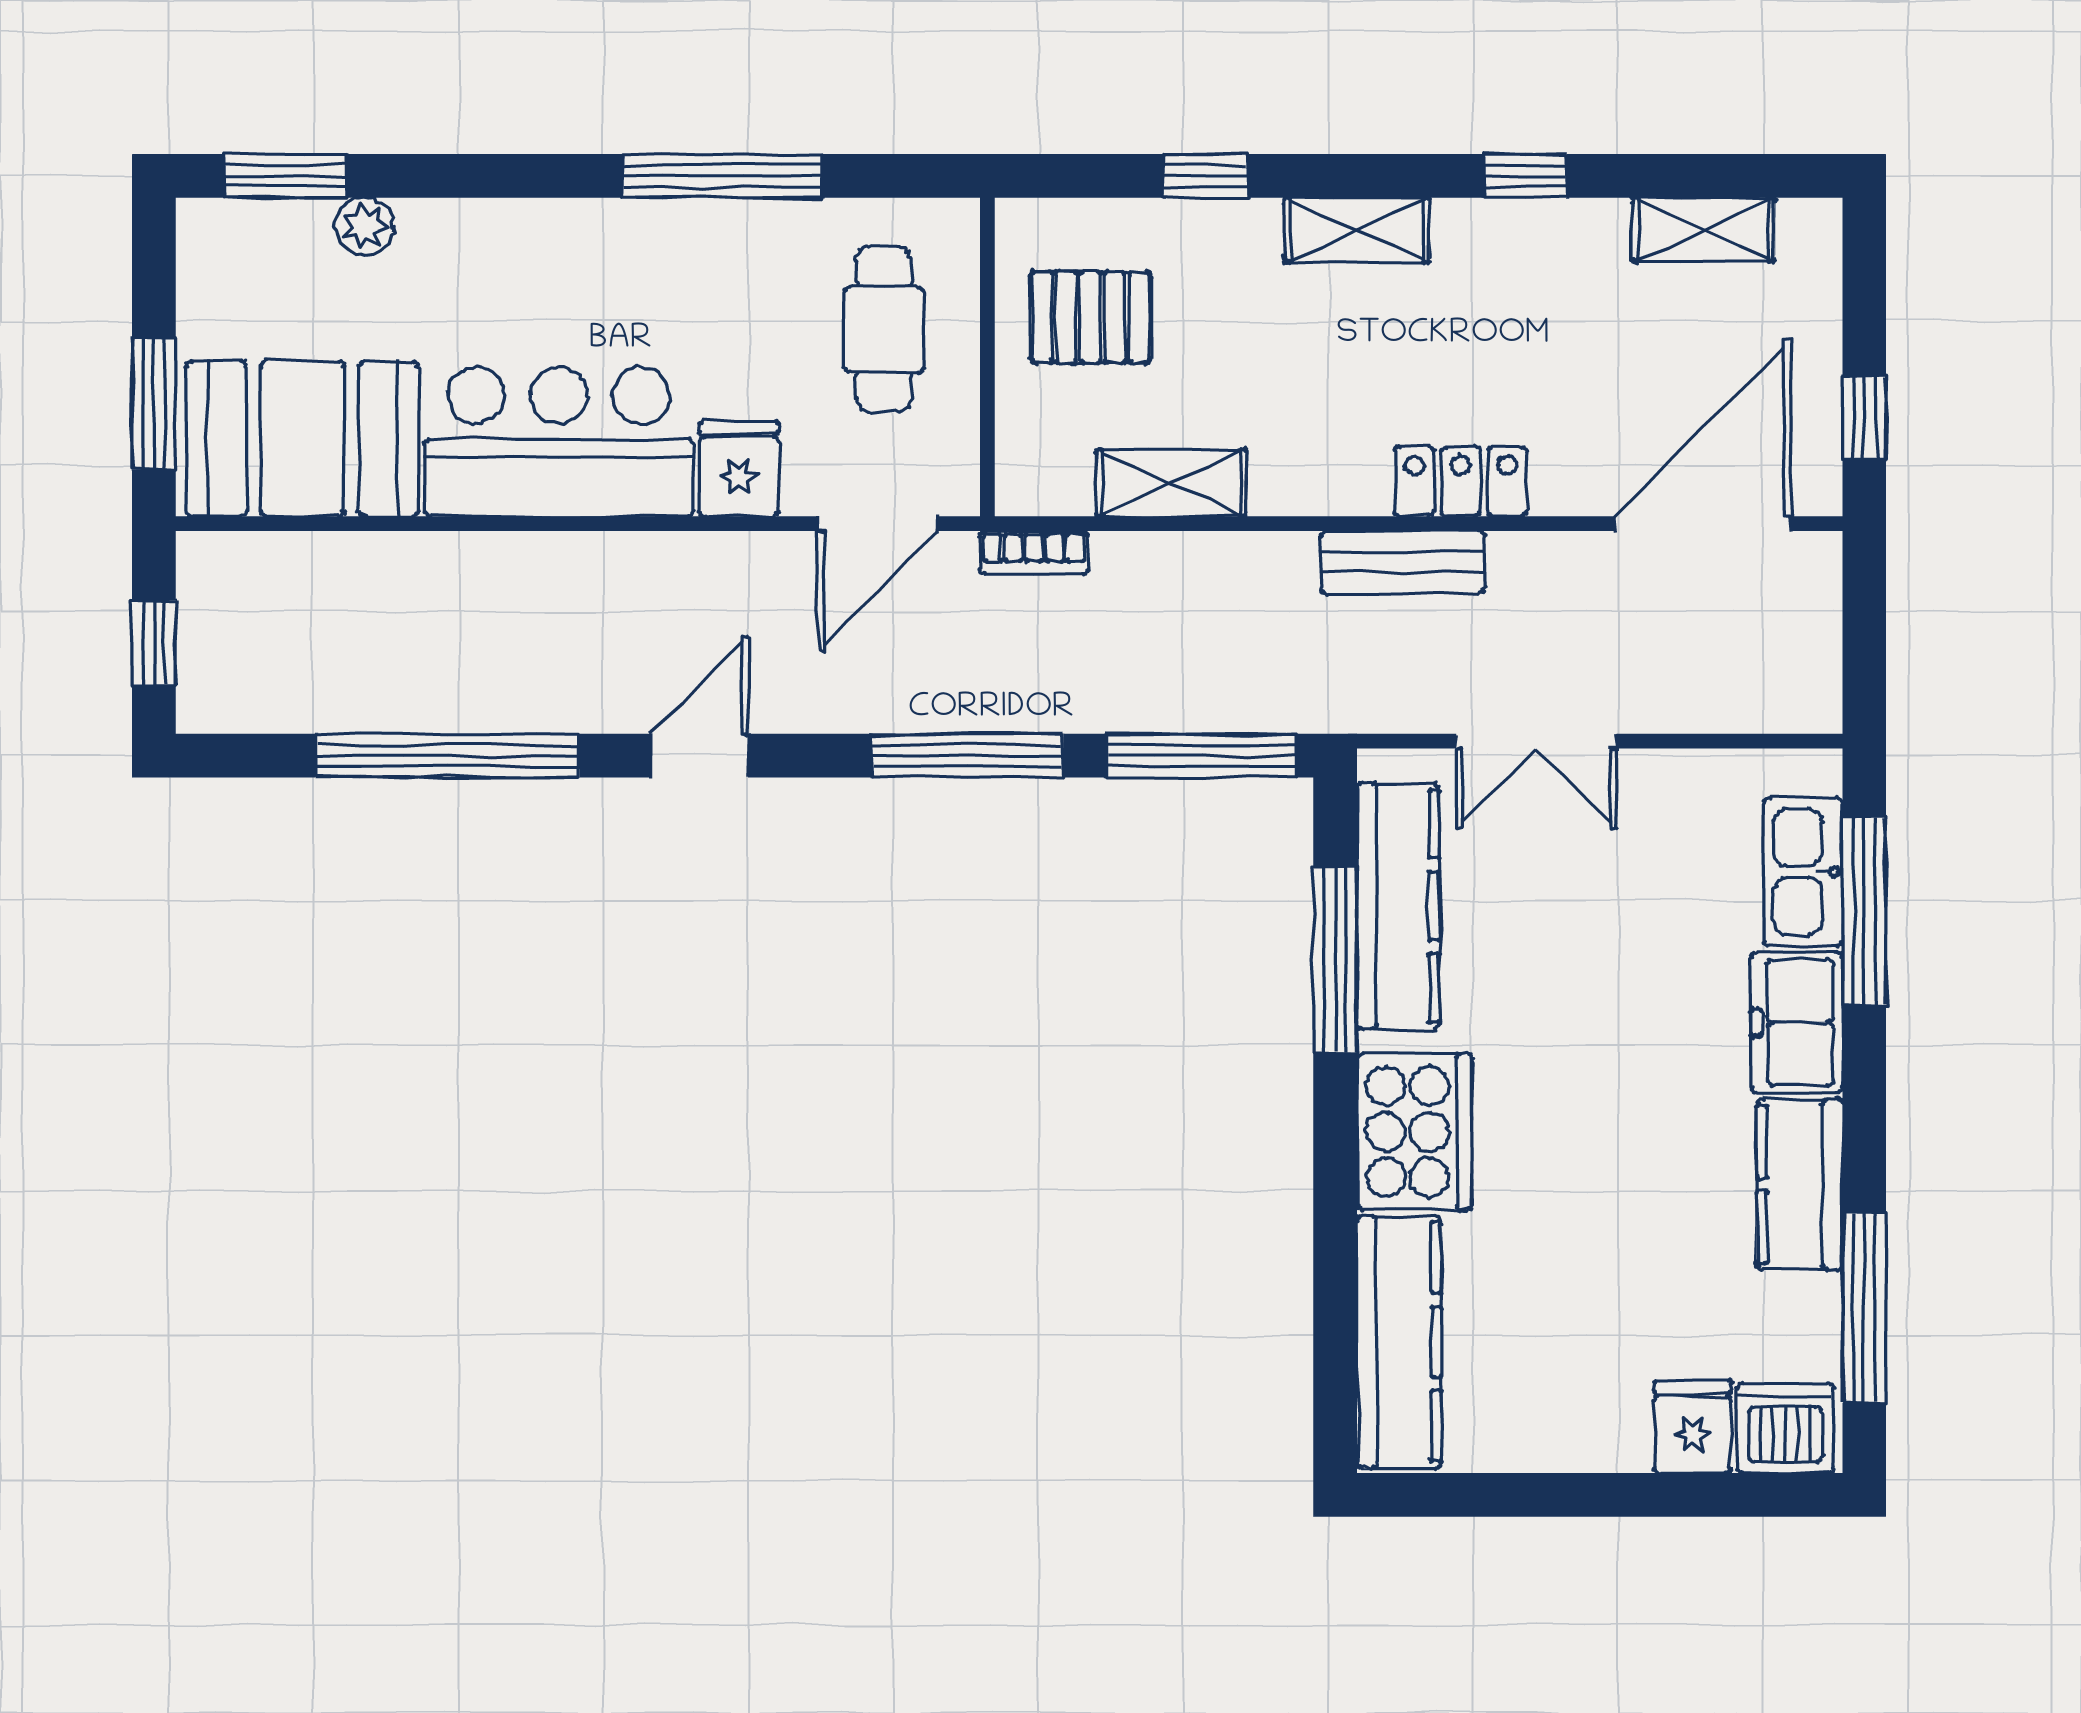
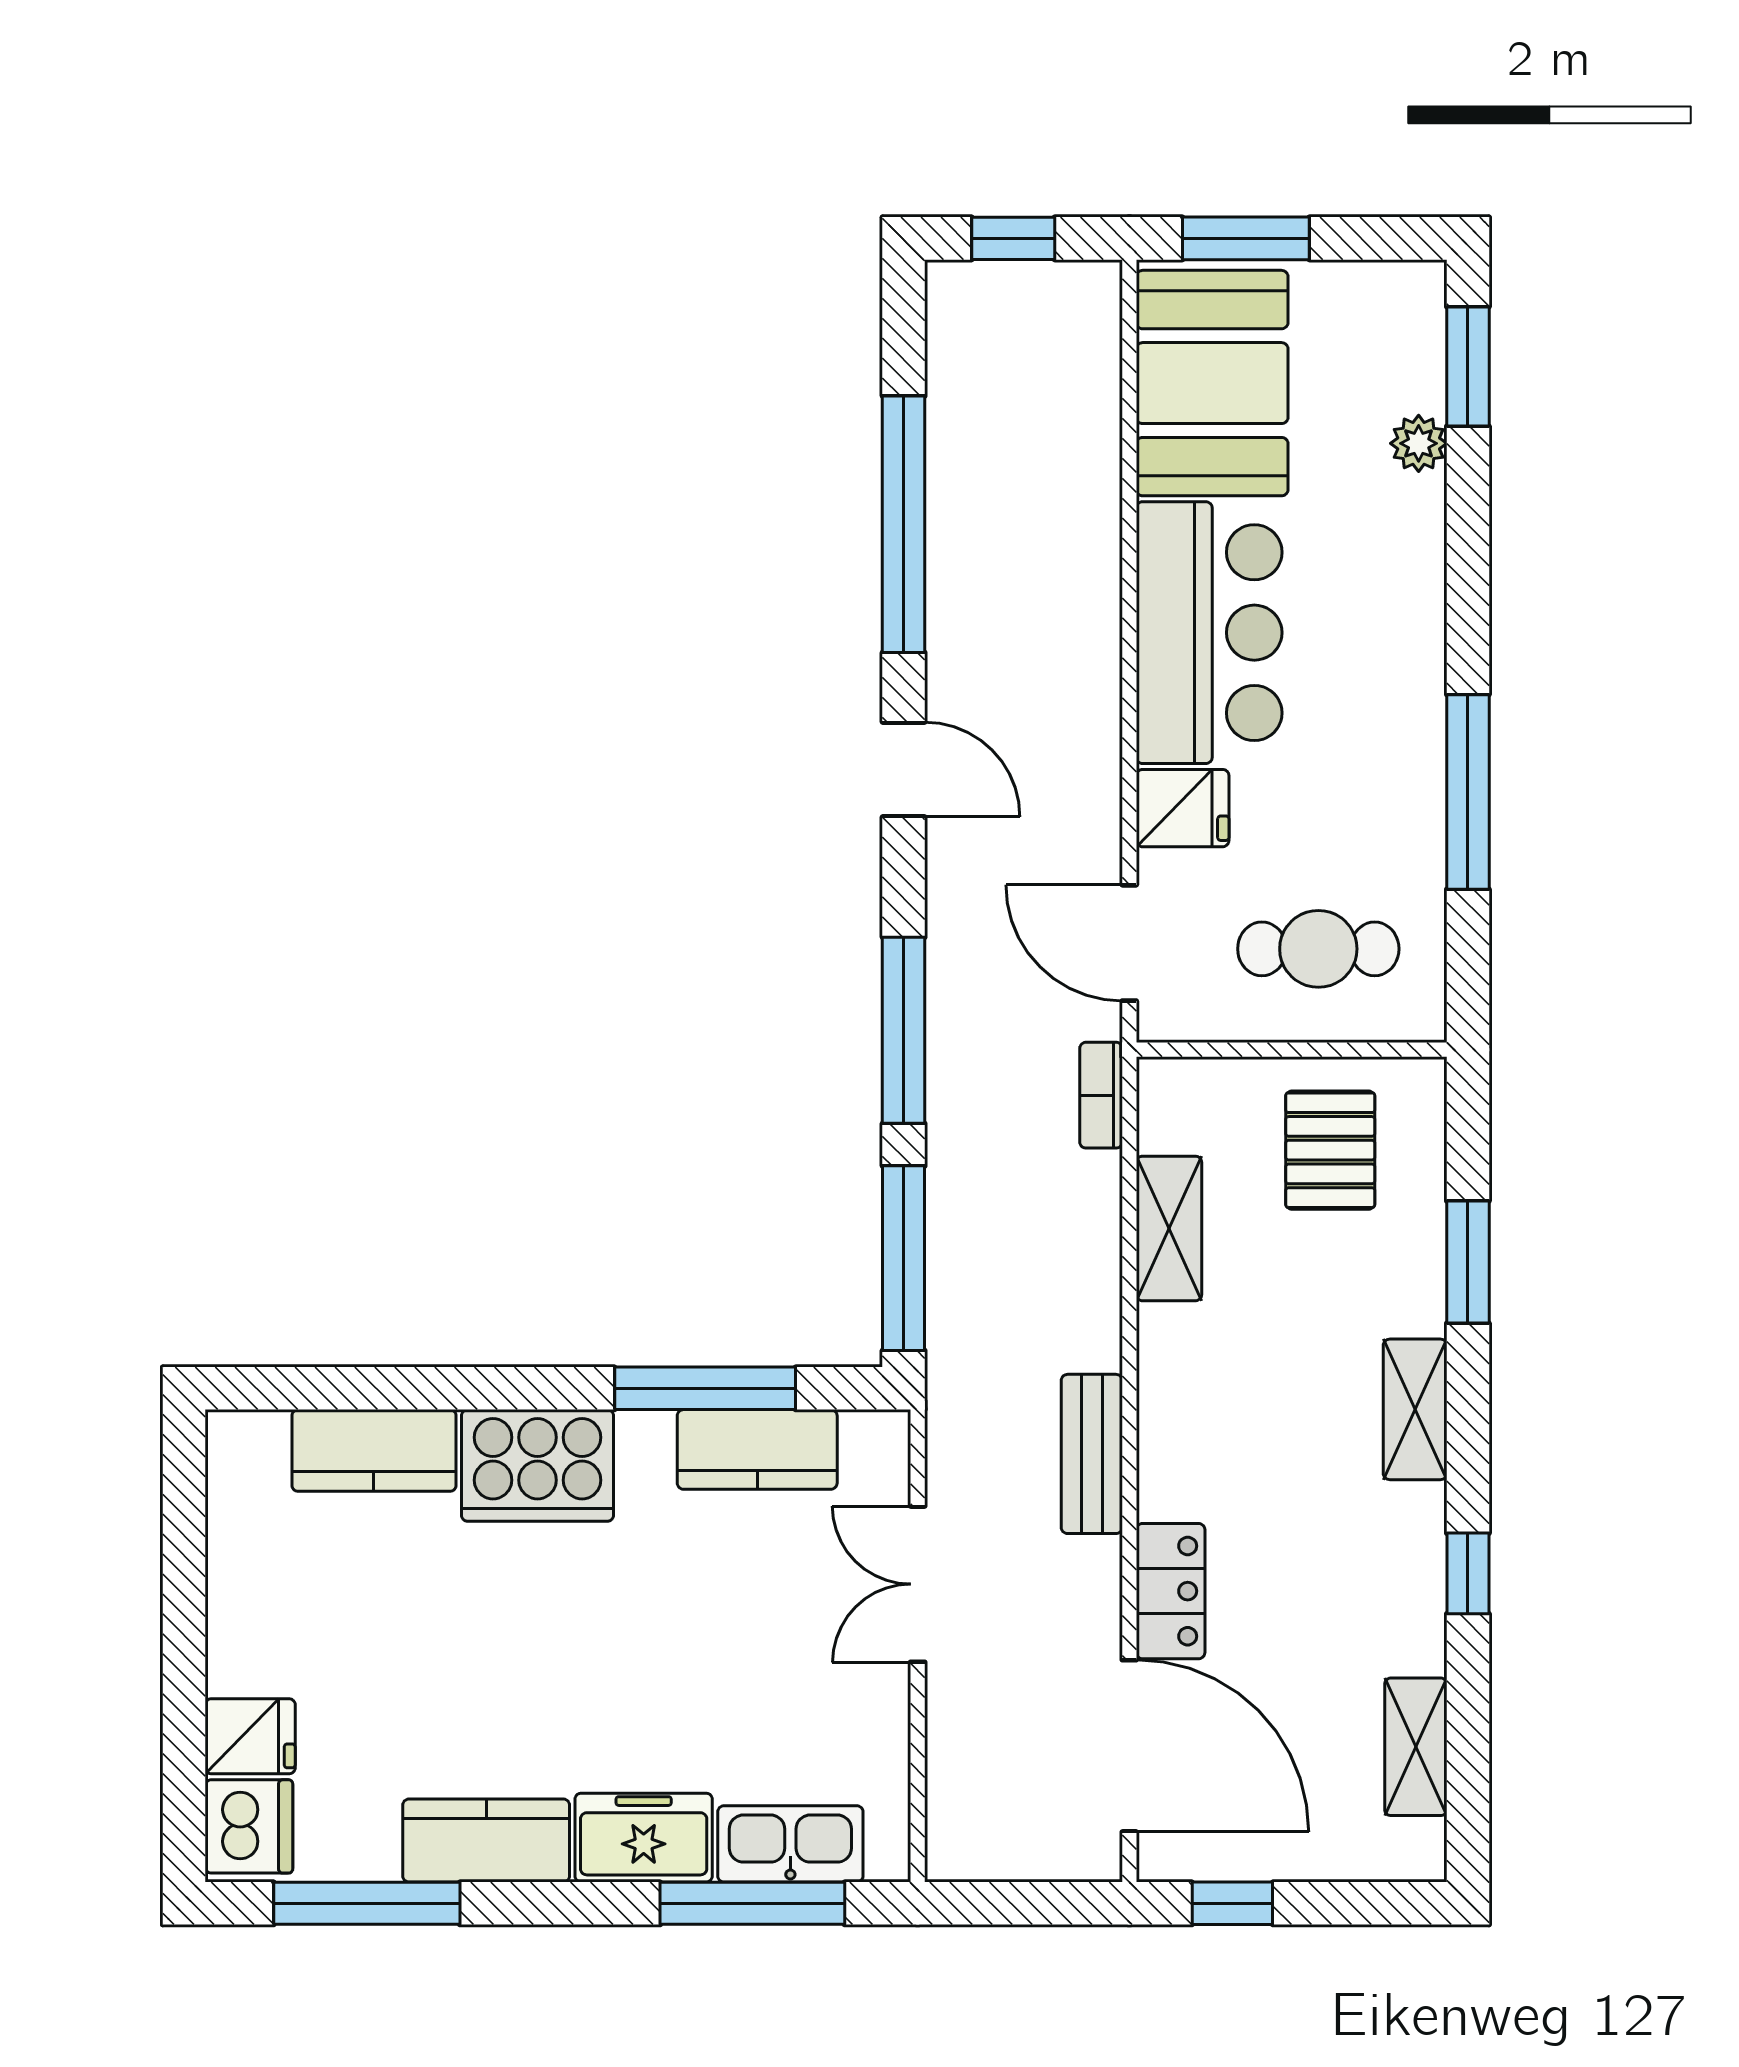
window: (1206, 176) -> (1468, 1262), width x1.50
locker: (1461, 481) -> (1171, 1591), moved
kitchen counter: (1398, 906) -> (757, 1449), width x0.67
kitchen counter: (1399, 1342) -> (374, 1450), width x0.67

